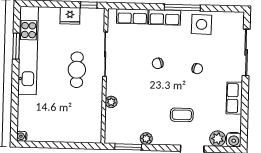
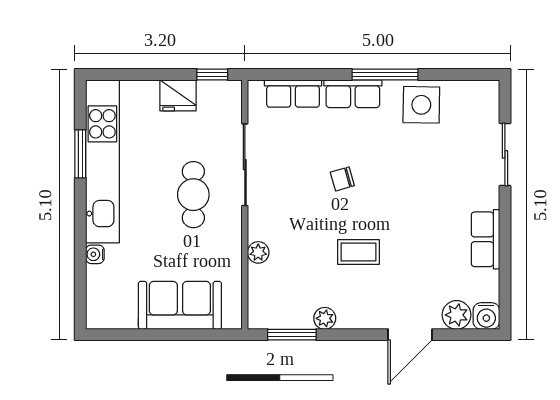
sliding door: (246, 52) -> (505, 154), width x0.73
chair: (197, 69) -> (416, 187), removed
coffee table: (182, 115) -> (359, 252), moved
sofa: (68, 129) -> (180, 305), added
water cooler: (22, 136) -> (95, 254), moved

